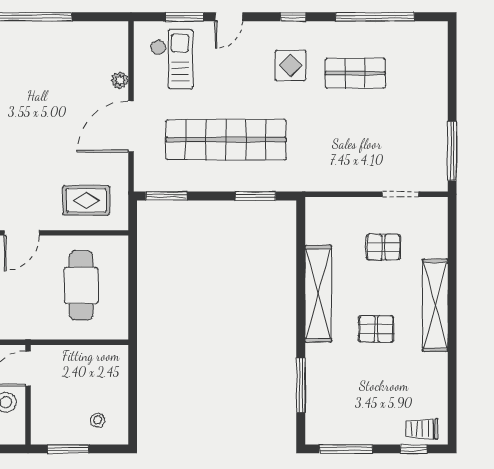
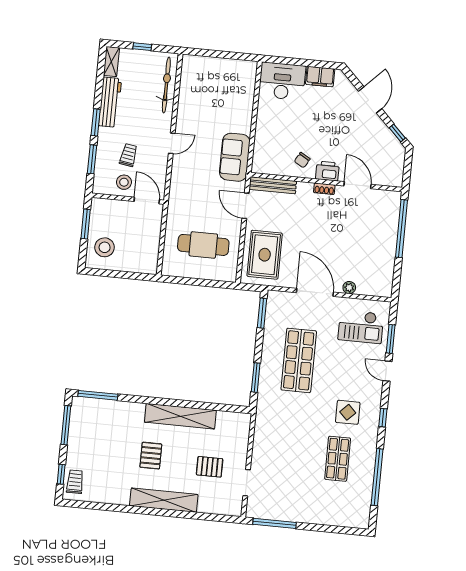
shop shelf: (226, 140) -> (299, 360), width x0.71
rug: (86, 200) -> (265, 255), width x1.36, depth x1.43
pallet: (383, 247) -> (210, 467), turned 90
window: (301, 385) -> (98, 395), moved
stool: (98, 420) -> (105, 247), width x1.89, depth x1.89

